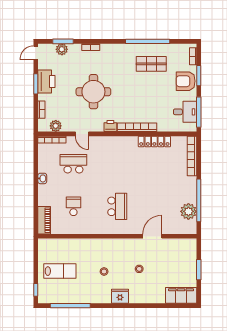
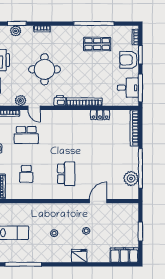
plant: (56, 126) -> (21, 101), moved
locker: (154, 141) -> (100, 115), width x0.66
school desk: (73, 164) -> (26, 135), turned 180
school desk: (73, 206) -> (26, 174), turned 180
fridge: (120, 296) -> (79, 256), moved

